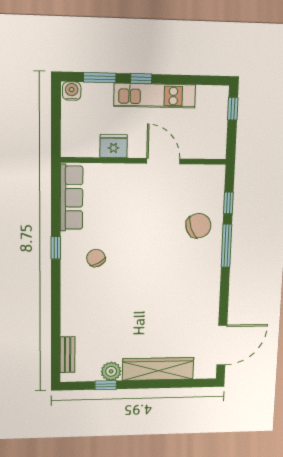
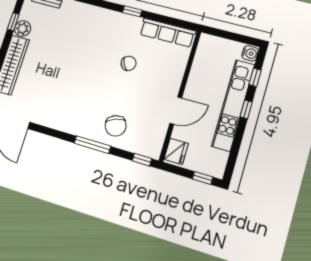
window: (100, 78) -> (255, 77), width x0.67
kitchen unit: (155, 96) -> (233, 105), width x1.36
fridge: (114, 146) -> (176, 151), moved
window: (228, 203) -> (142, 160), moved
chair: (96, 258) -> (129, 63), moved

